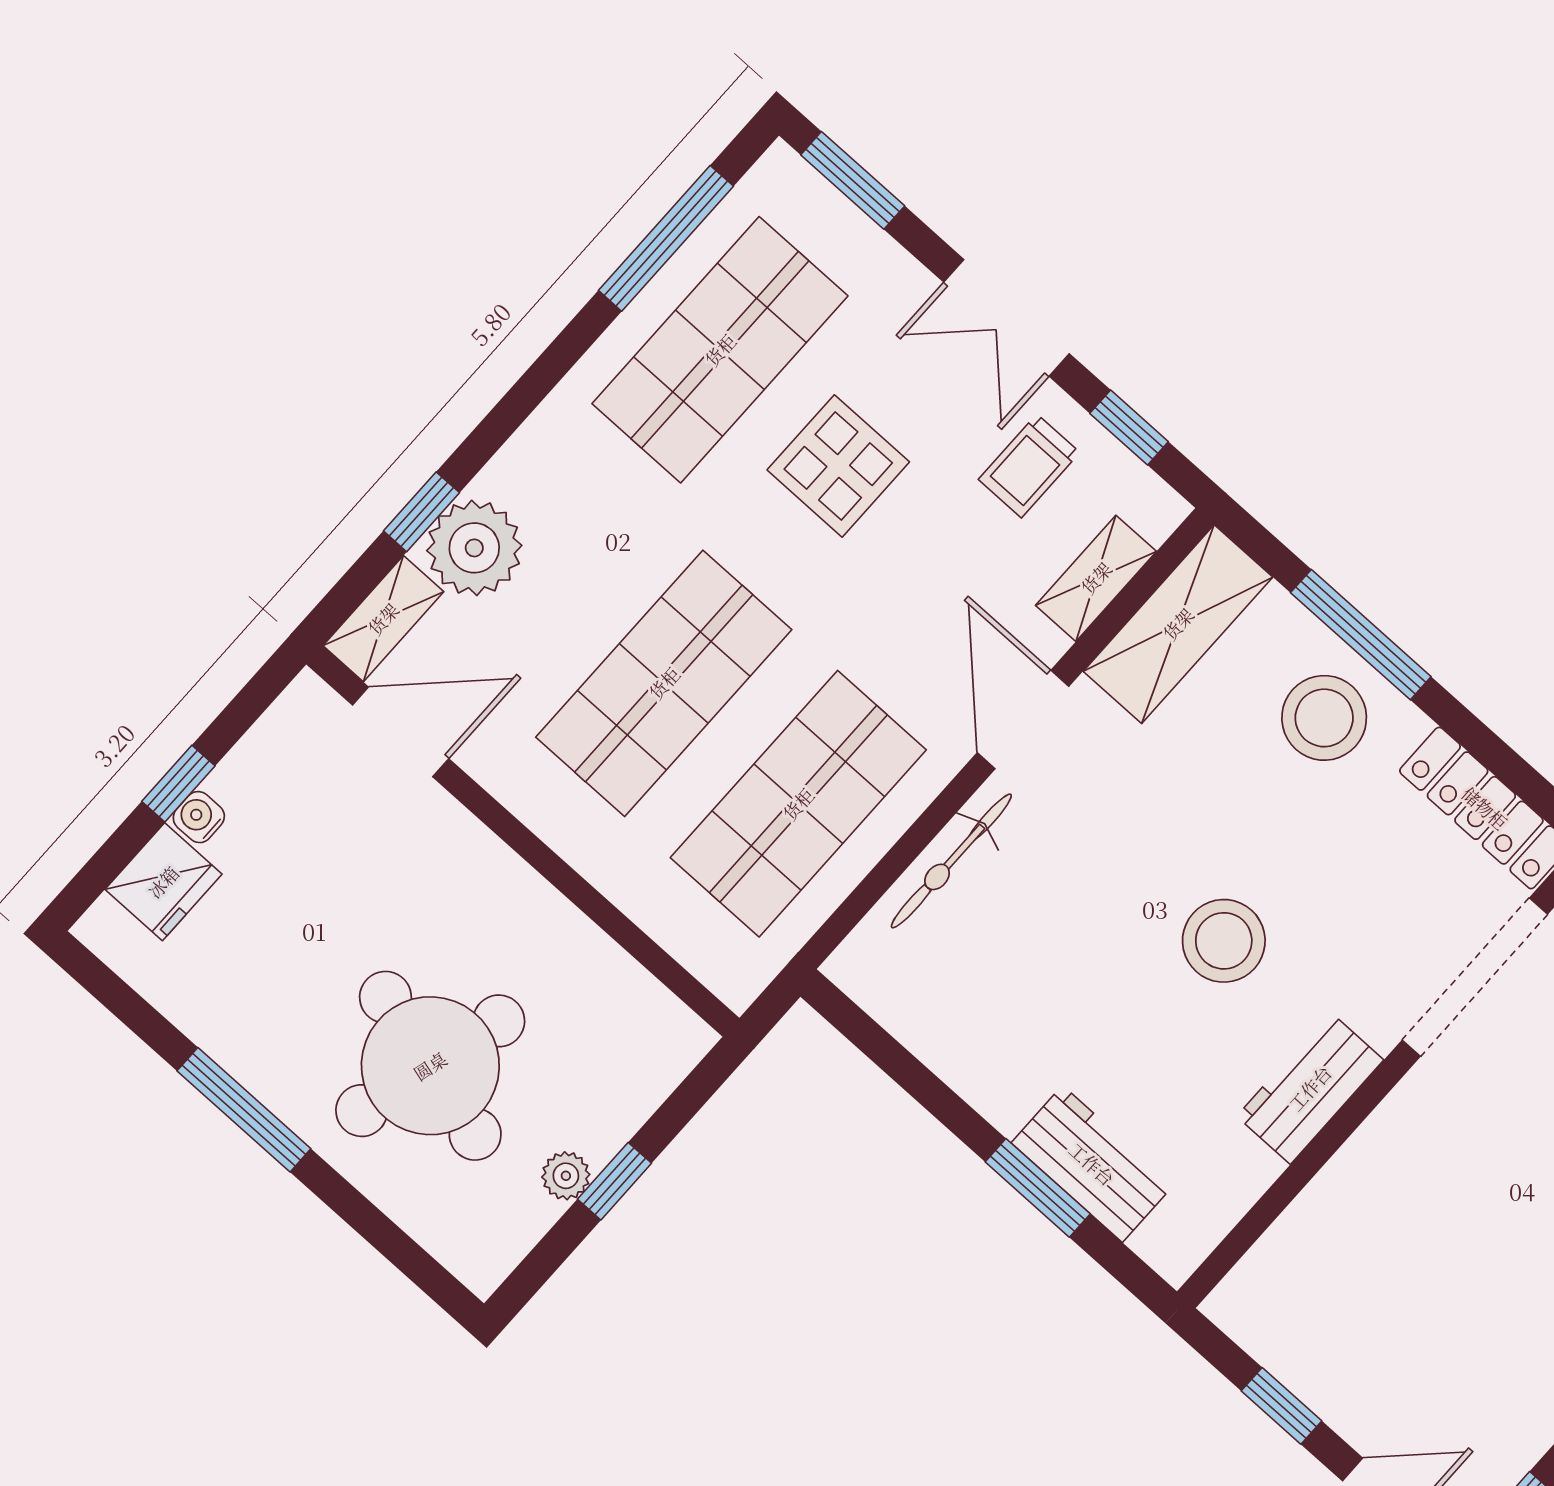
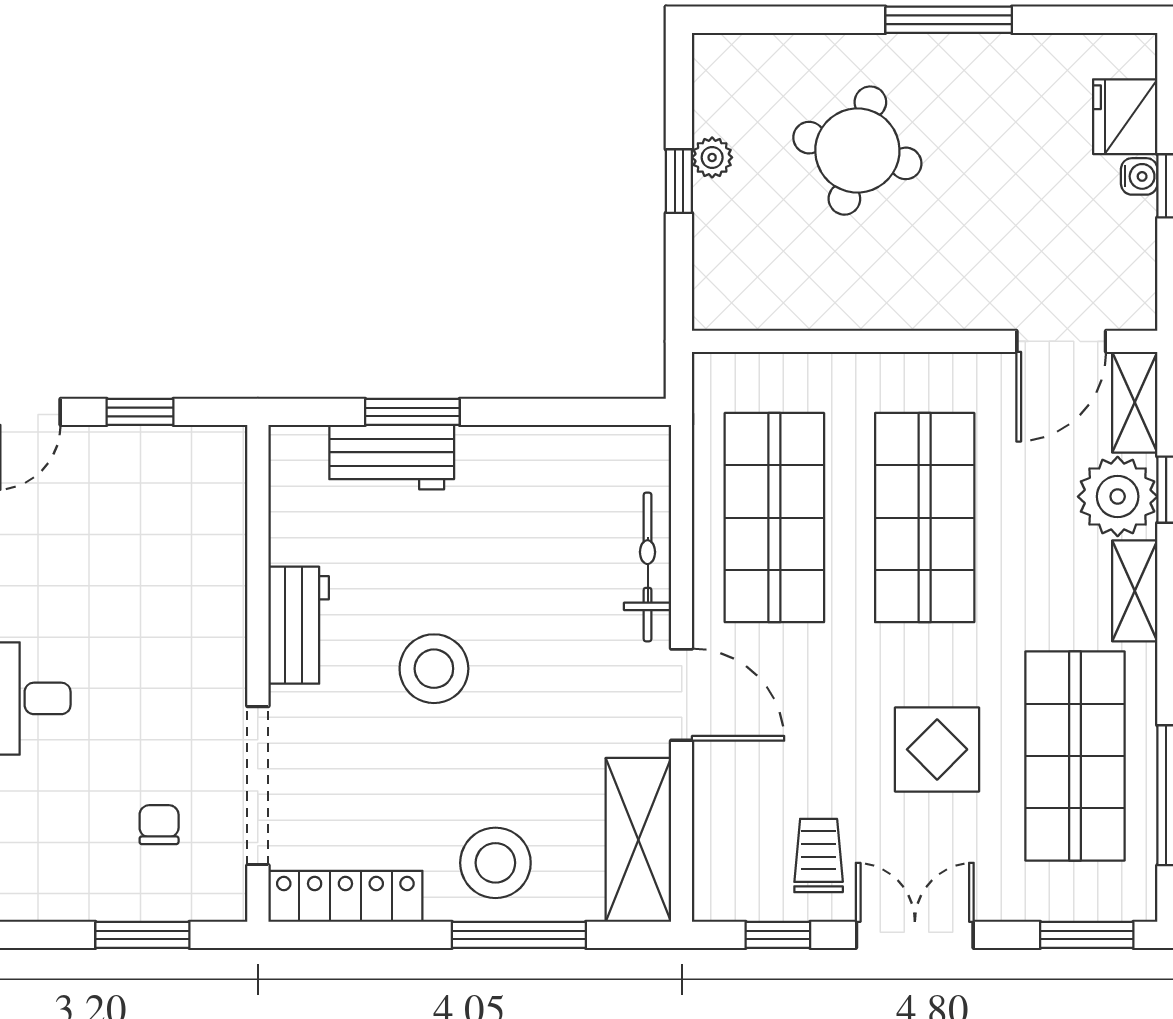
shelving: (1096, 578) -> (1135, 591), moved
round table: (430, 1066) -> (857, 151), width x0.73, depth x0.73

